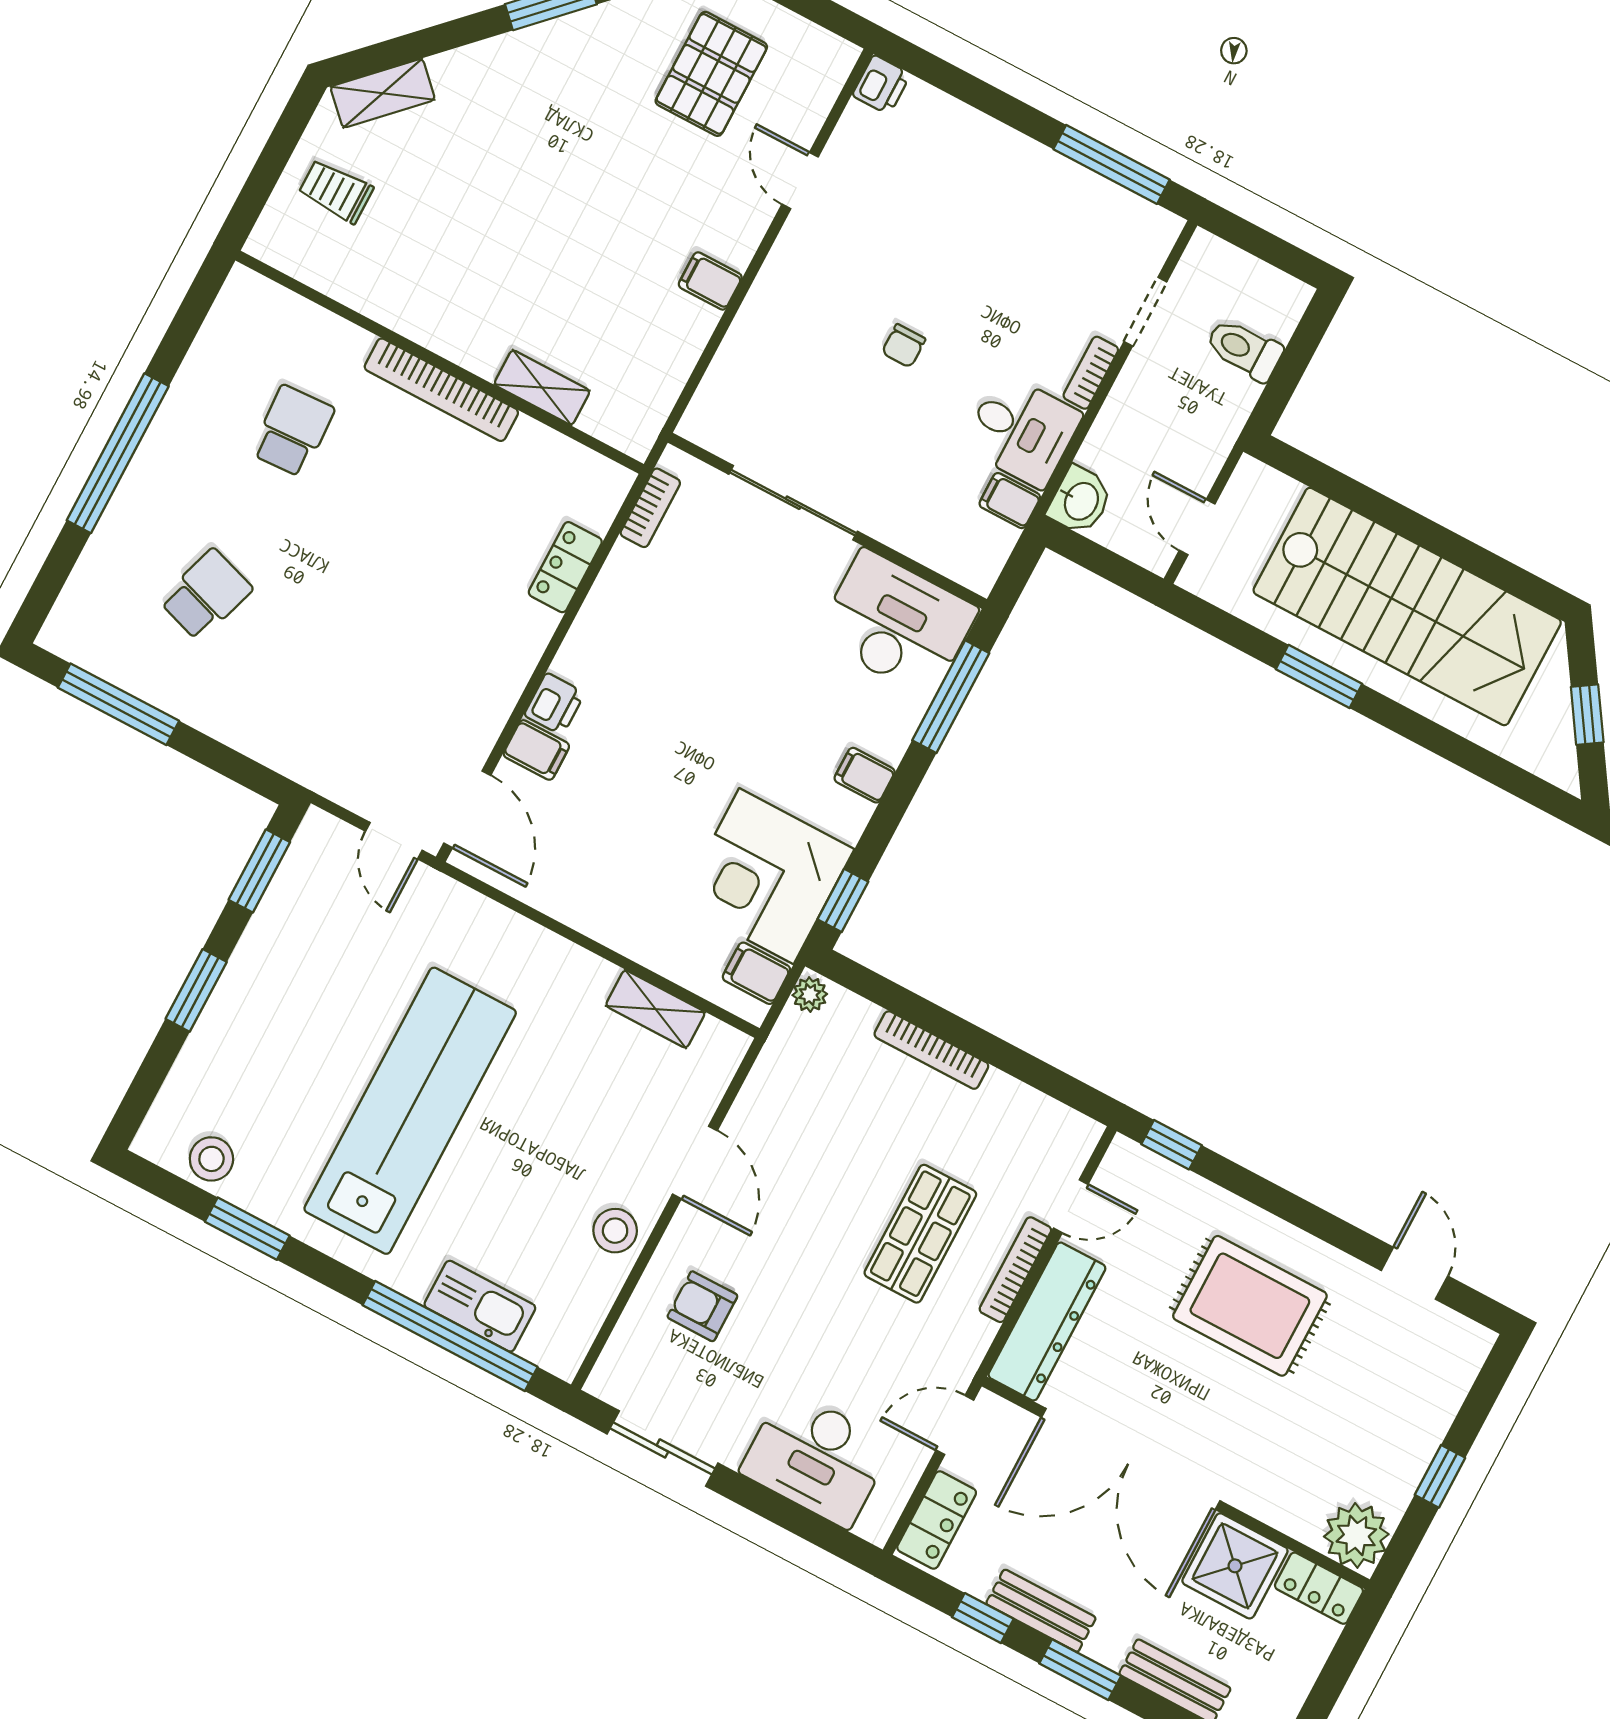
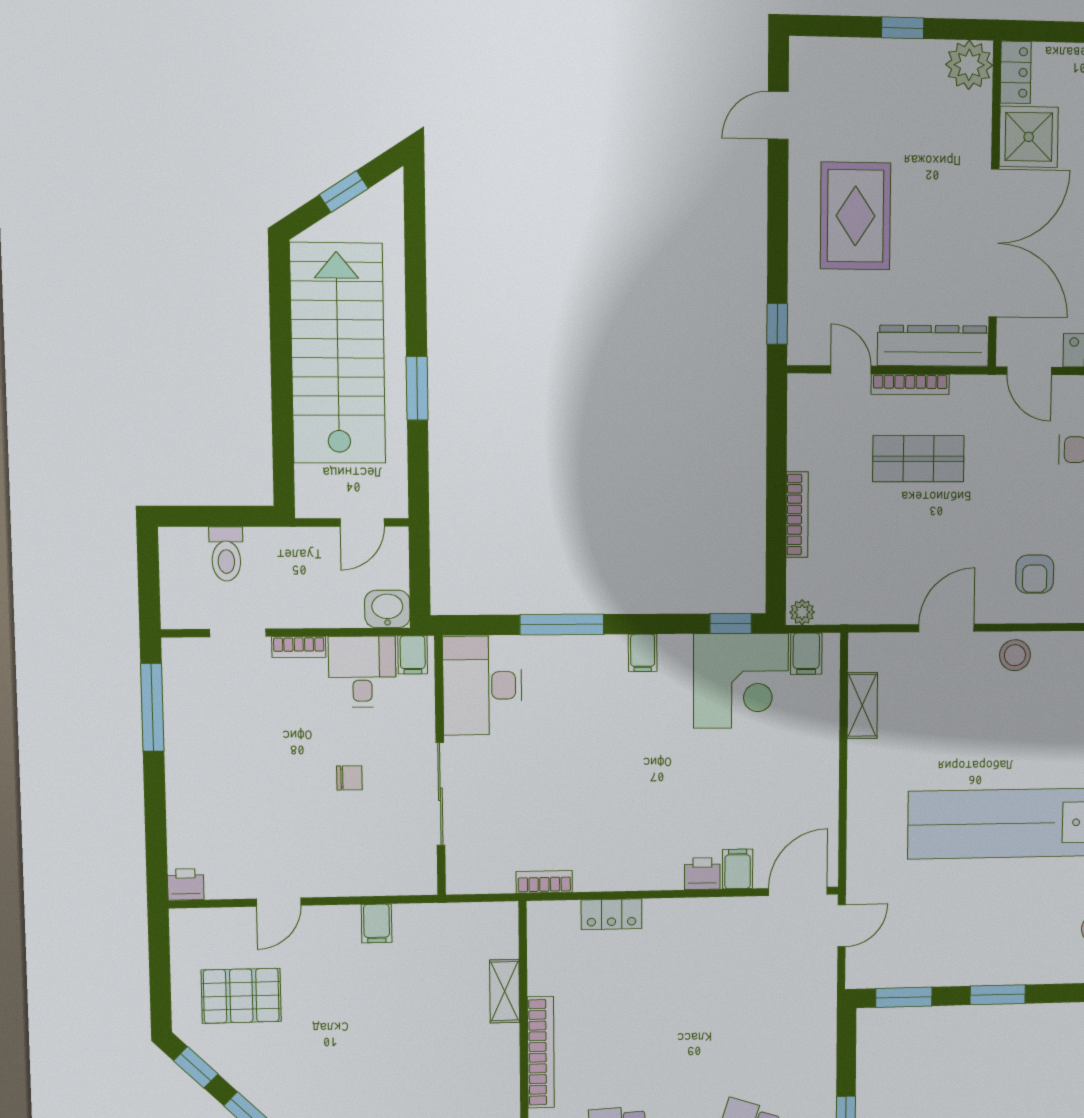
sliding door: (793, 503) -> (440, 794), moved
wall: (827, 521) -> (440, 766), moved
desk: (897, 624) -> (482, 686), moved

